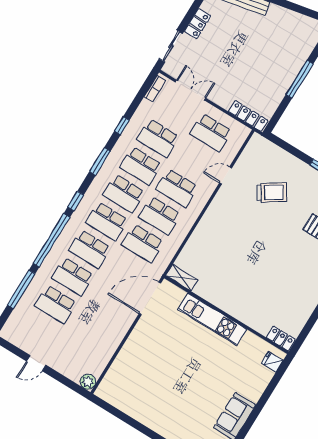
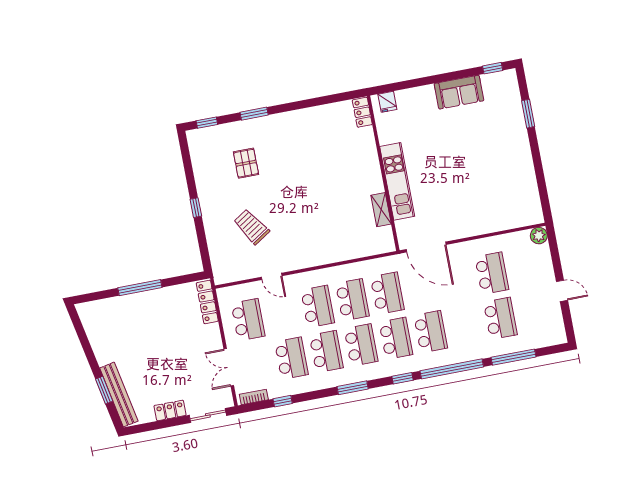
window: (122, 126) -> (283, 401), moved
school desk: (73, 277) -> (492, 273), moved
shelving: (182, 278) -> (381, 210), moved

